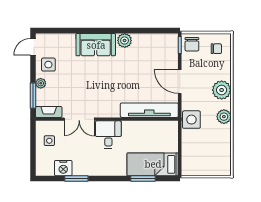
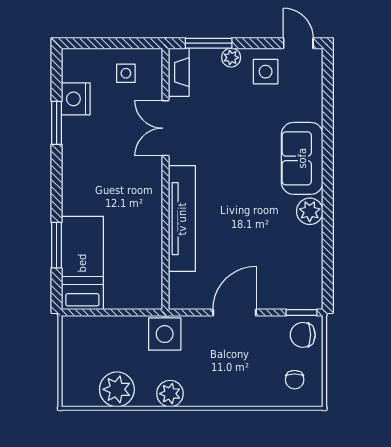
plant: (222, 90) -> (117, 389), moved
tv unit: (149, 110) -> (182, 219), moved
desk: (108, 134) -> (137, 182), removed

